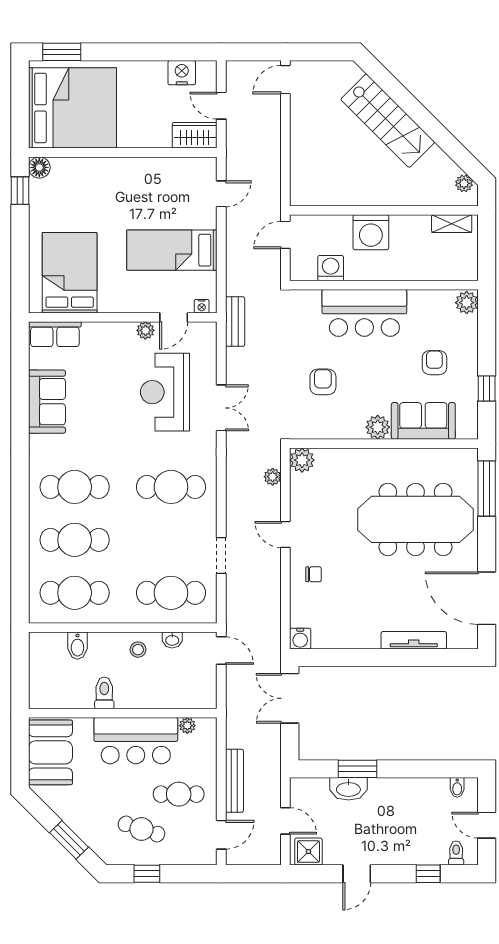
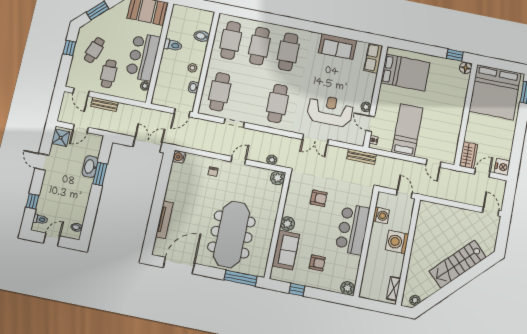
nightstand: (182, 73) -> (502, 167), moved
bench: (234, 781) -> (104, 104), width x0.73

